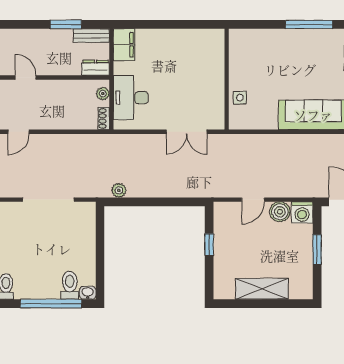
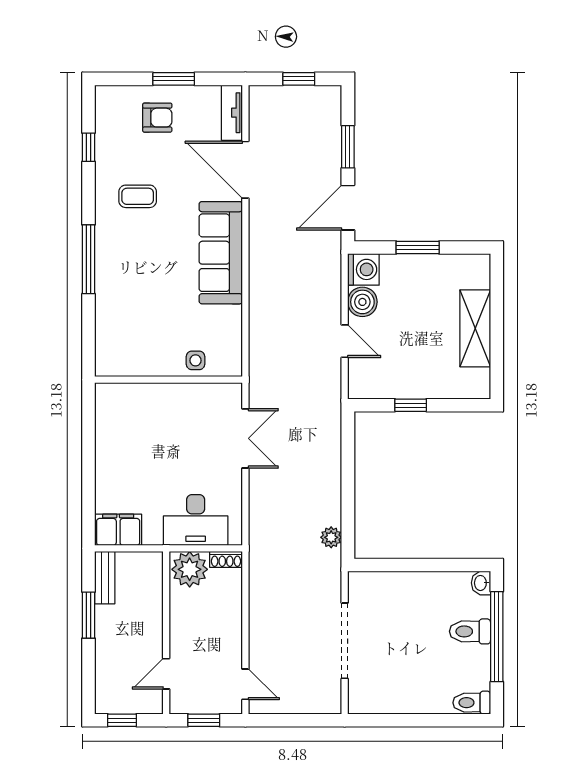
dresser: (96, 68) -> (152, 571), removed
plant: (103, 94) -> (190, 569), width x1.88, depth x1.88
toilet: (70, 285) -> (470, 631), moved

